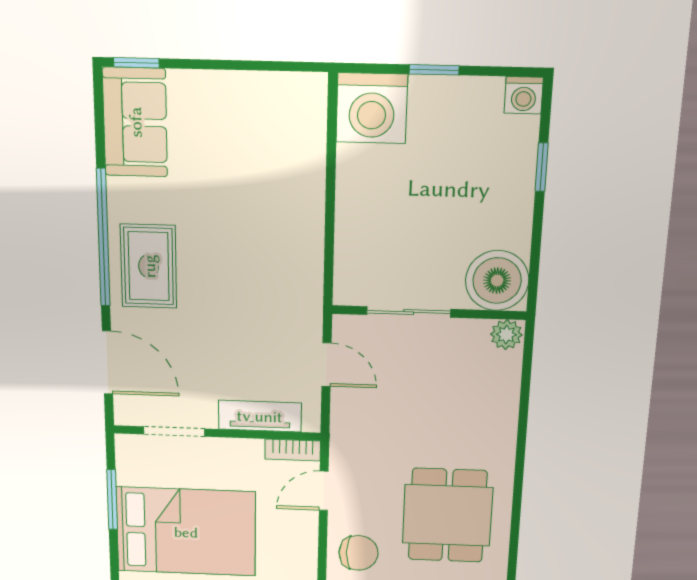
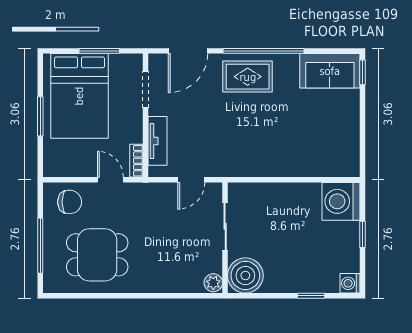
chair: (358, 553) -> (70, 202), turned -90

